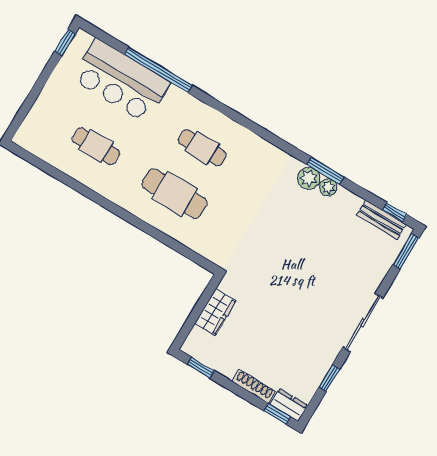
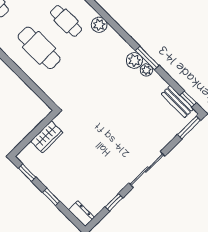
plant: (249, 142) -> (99, 25), added
shoe rack: (254, 386) -> (60, 195), removed
window: (277, 414) -> (51, 197), moved

